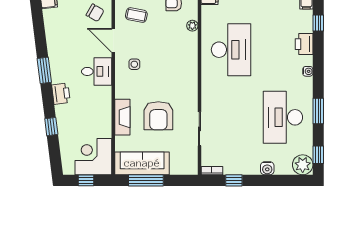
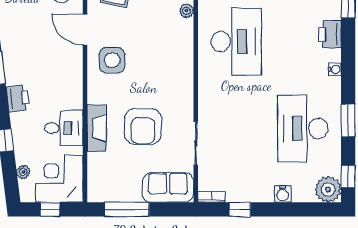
side table: (134, 64) -> (112, 60), width x1.87, depth x1.87
desk: (97, 71) -> (64, 128), moved
plant: (65, 151) -> (23, 172), added
sofa: (142, 163) -> (168, 188), moved, width x0.73

